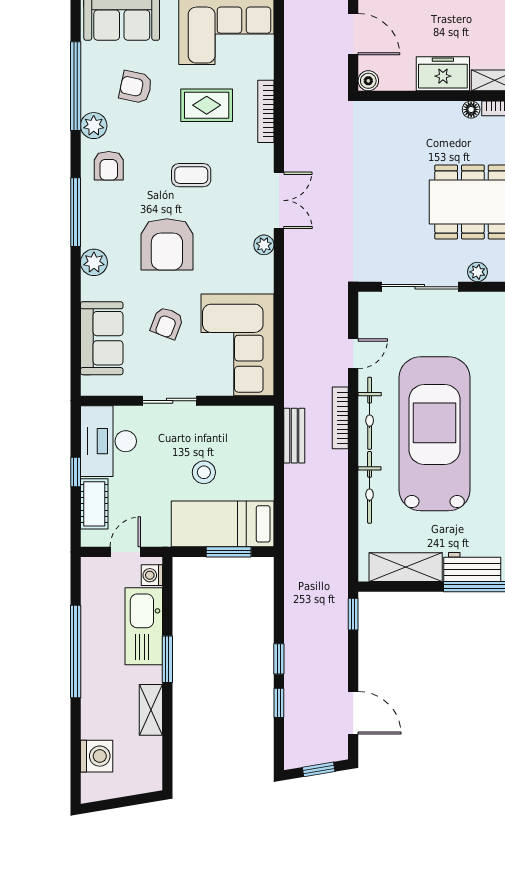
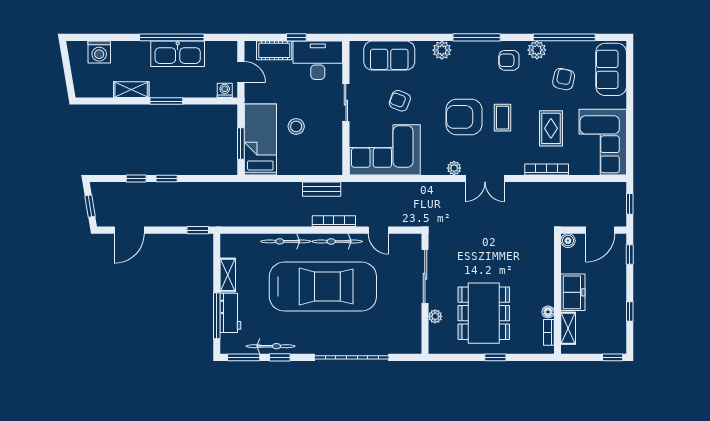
armchair: (167, 244) -> (464, 117), moved
shelving: (406, 567) -> (228, 275), width x0.67, depth x0.75
kitchen sink: (144, 626) -> (178, 54), moved, turned 180

